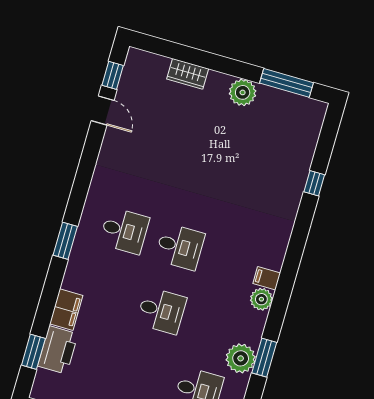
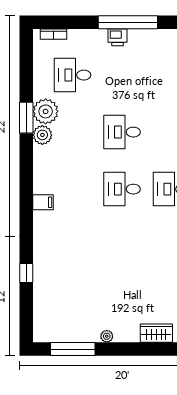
plant: (243, 92) -> (107, 336), width x0.53, depth x0.53
filing cabinet: (267, 278) -> (43, 202), moved
plant: (261, 299) -> (42, 135), moved

